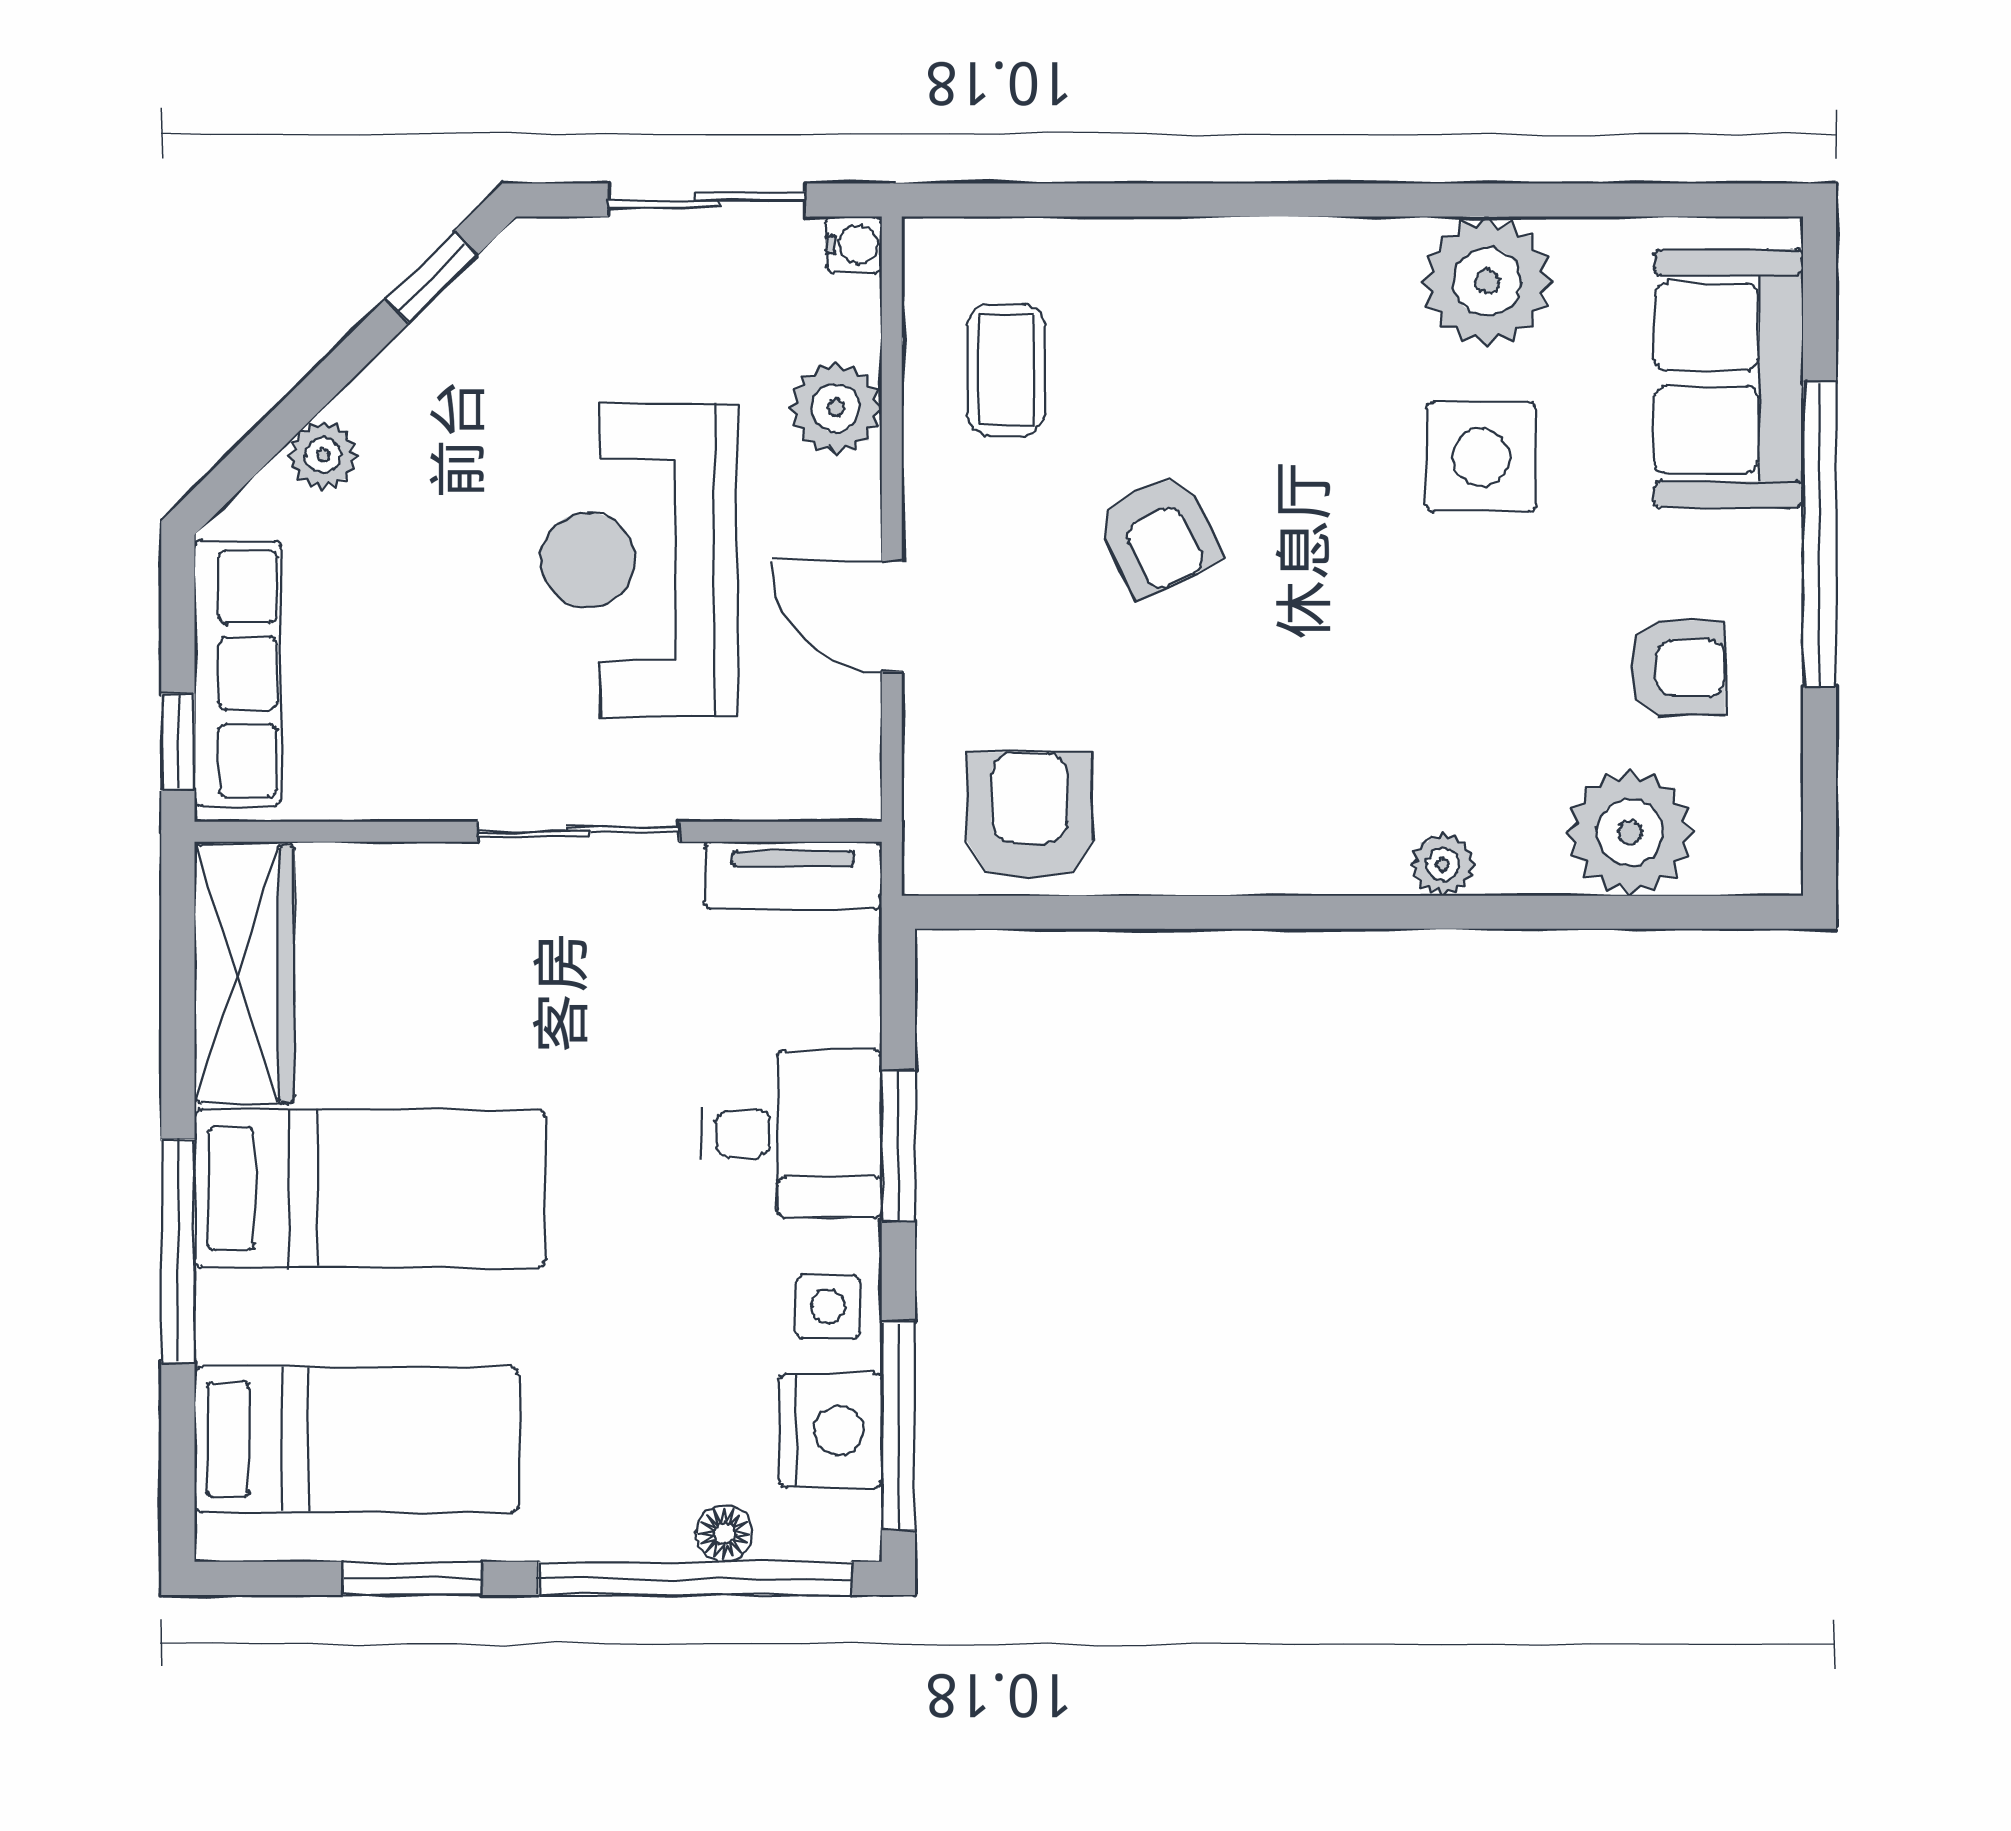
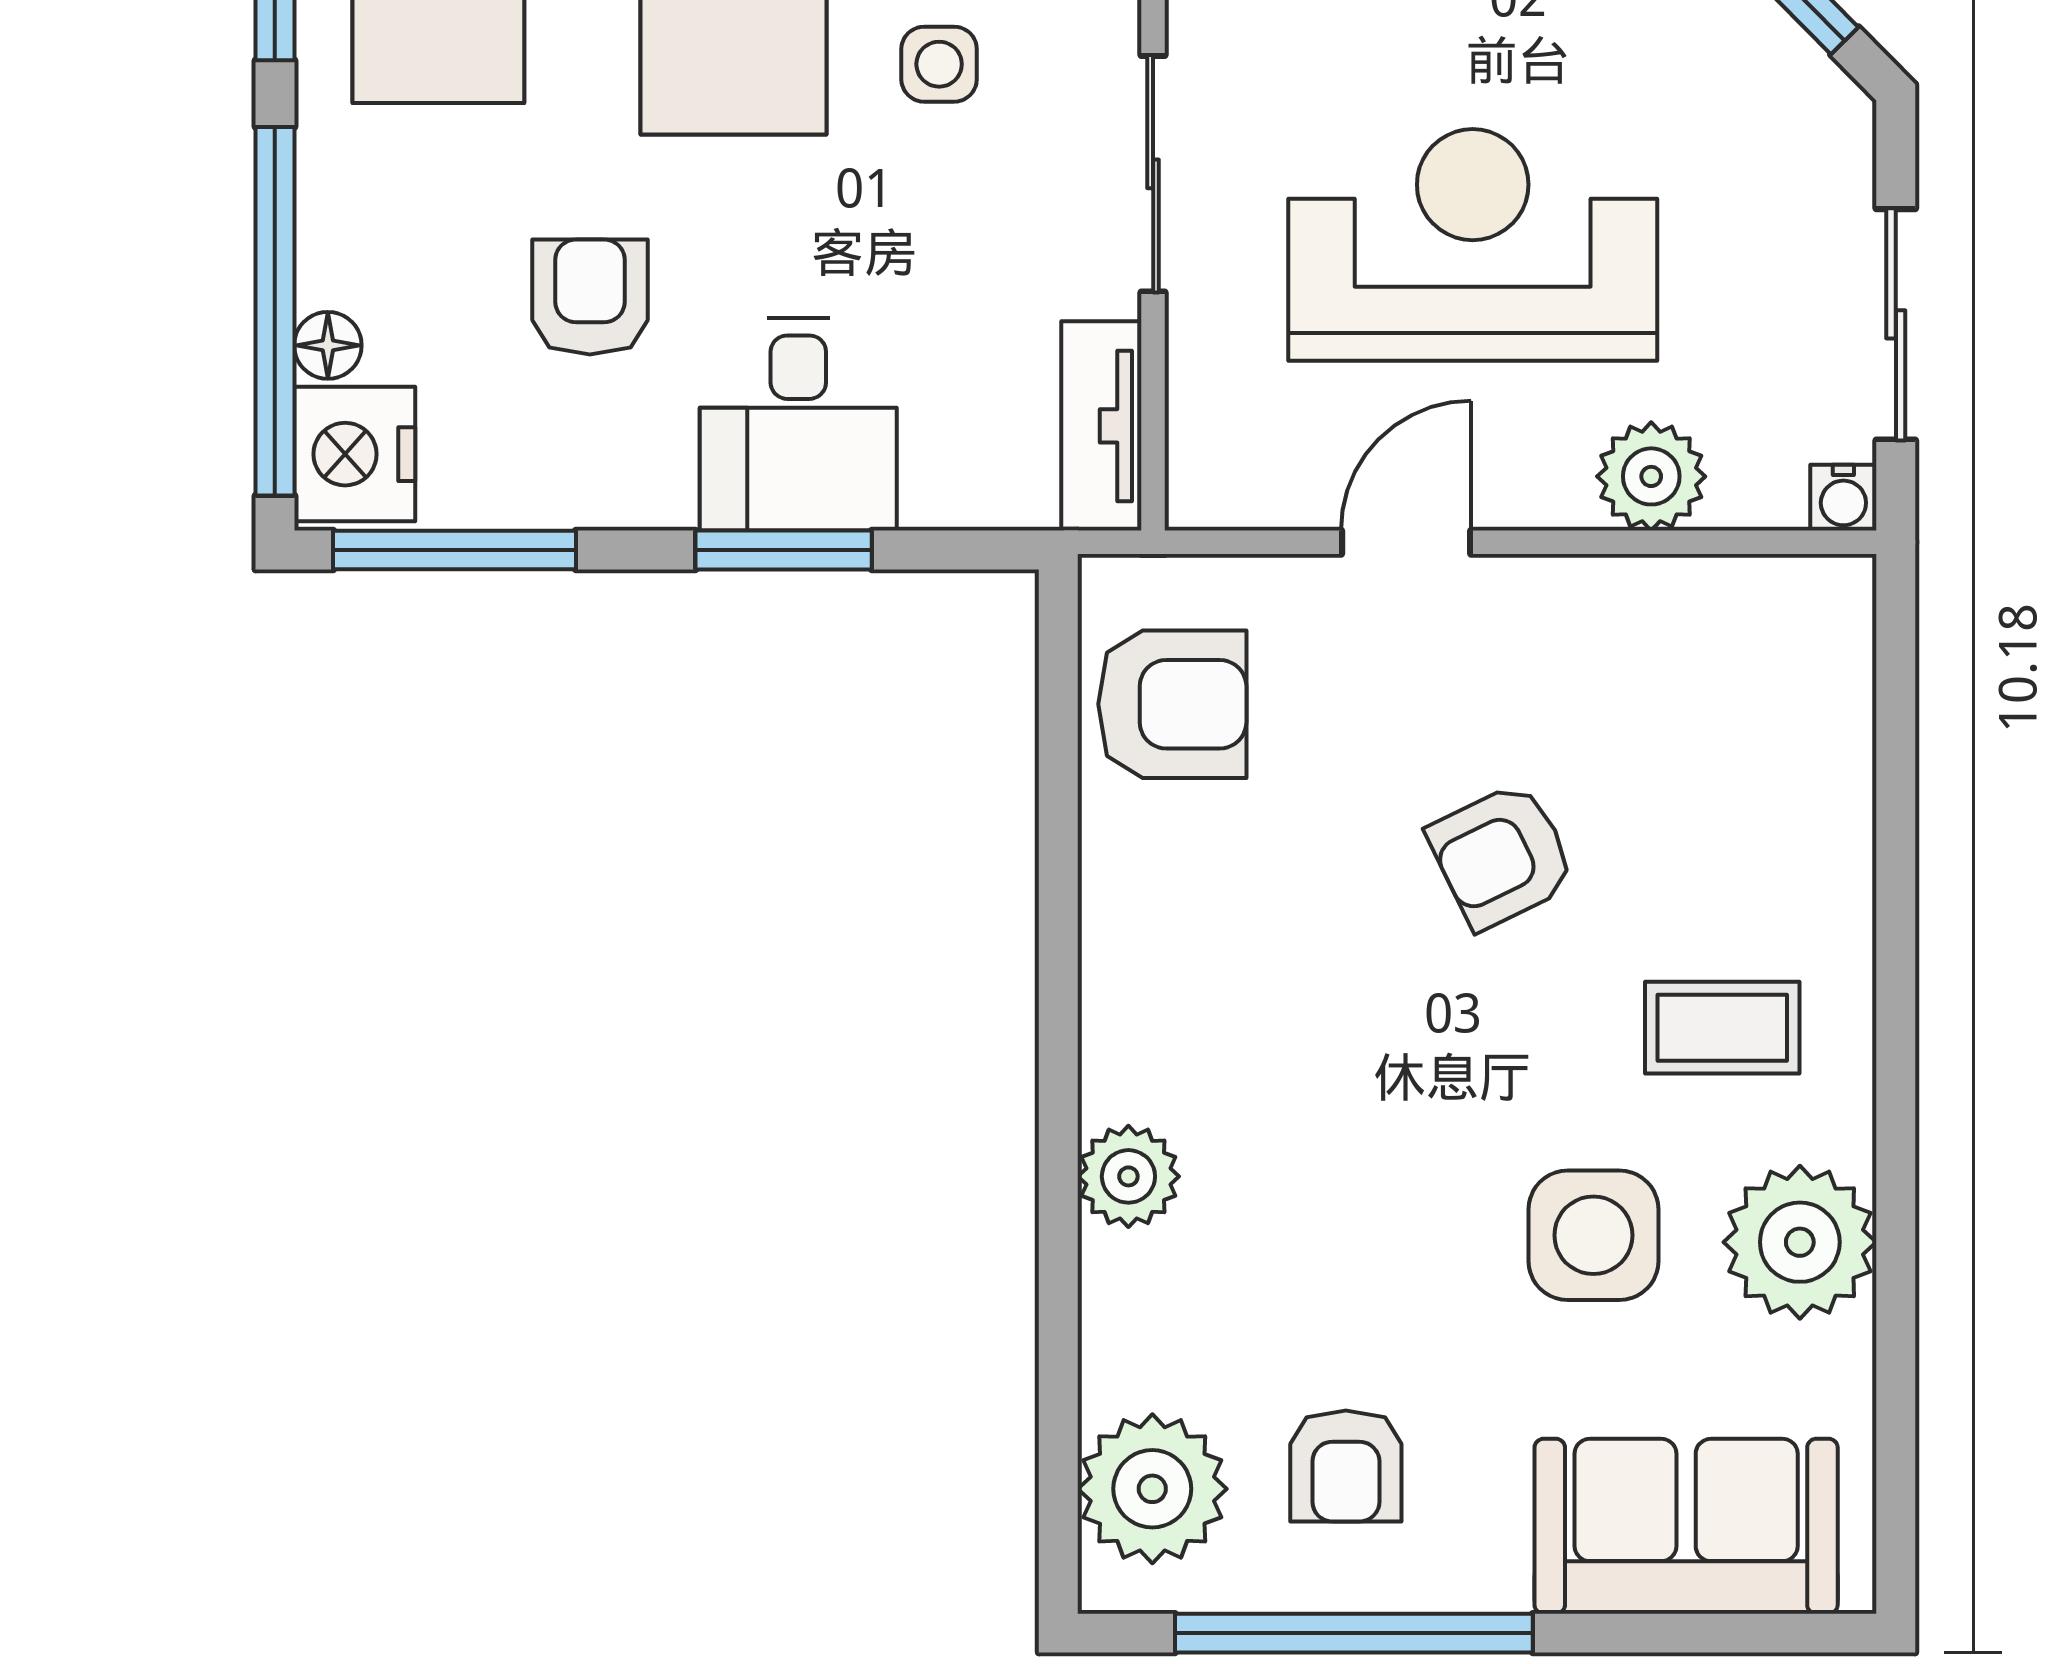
coffee table: (1006, 370) -> (1722, 1028), moved
window: (1820, 534) -> (1354, 1633), moved
plant: (1630, 832) -> (1152, 1489), moved
plant: (1443, 864) -> (1128, 1176), width x1.38, depth x1.38
side table: (828, 1307) -> (939, 64), moved
armchair: (683, 1310) -> (590, 297), added
nightstand: (831, 1431) -> (355, 454), moved, turned 90

